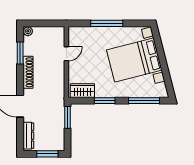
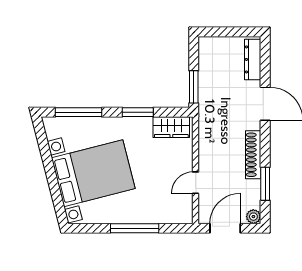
door: (47, 23) -> (225, 228), added
window: (47, 154) -> (224, 32), removed

